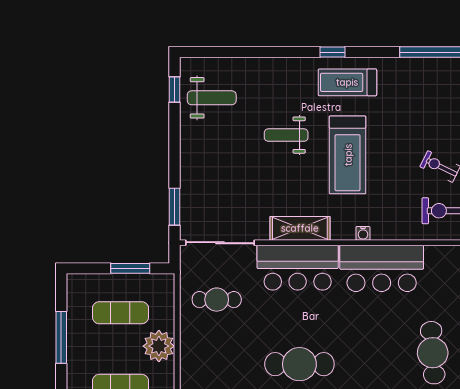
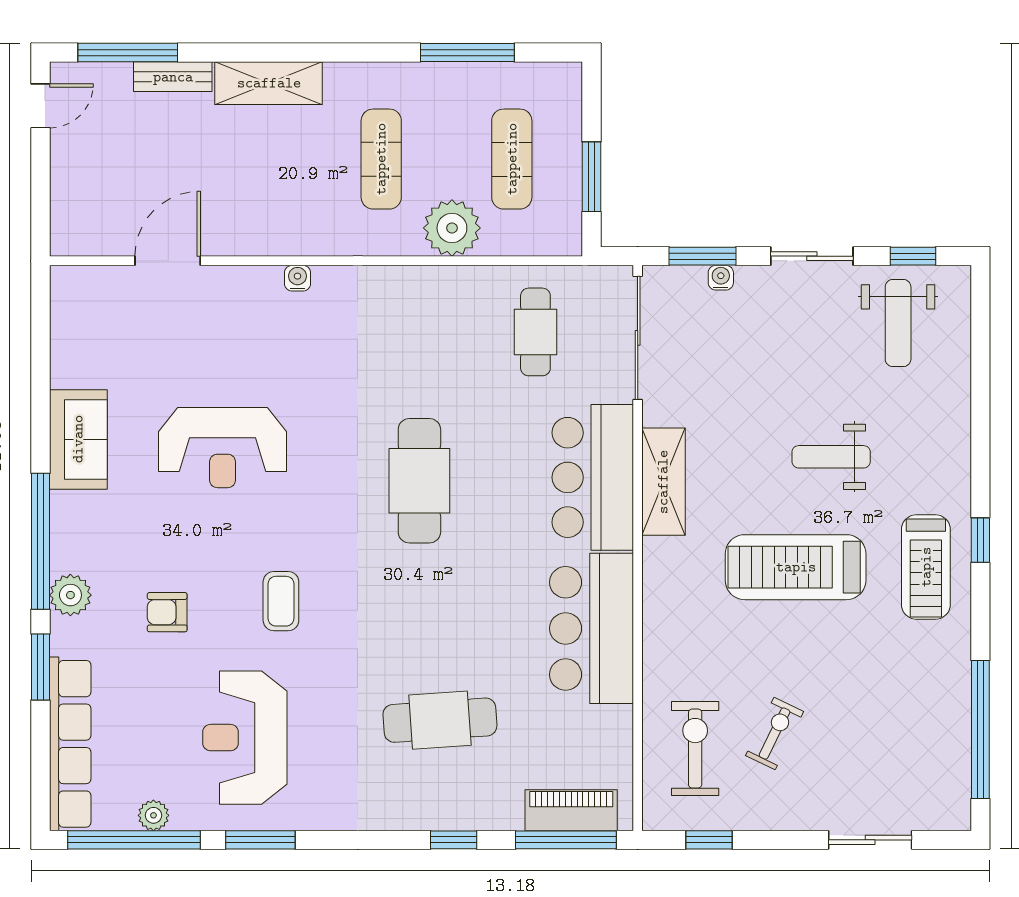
treadmill: (347, 82) -> (926, 567), turned 180
weight bench: (286, 135) -> (831, 457), turned -90
sliding door: (174, 146) -> (812, 256), added
water cooler: (363, 233) -> (721, 278), moved, turned 90

